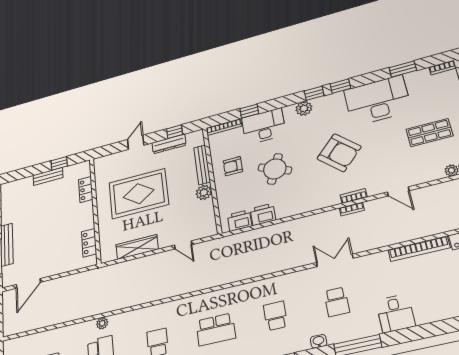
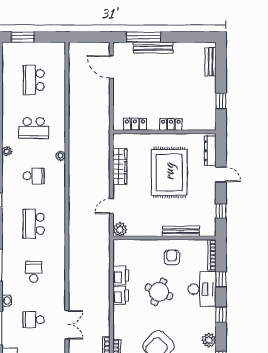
window: (314, 93) -> (221, 315), moved
plant: (304, 108) -> (209, 340), moved
dresser: (169, 144) -> (210, 151), moved
bench: (48, 176) -> (211, 62), moved
locker: (86, 189) -> (171, 124), moved
plant: (204, 192) -> (120, 229), moved
printer: (239, 220) -> (121, 295), moved
school desk: (275, 316) -> (34, 272), turned -90
plant: (102, 323) -> (60, 156), moved

